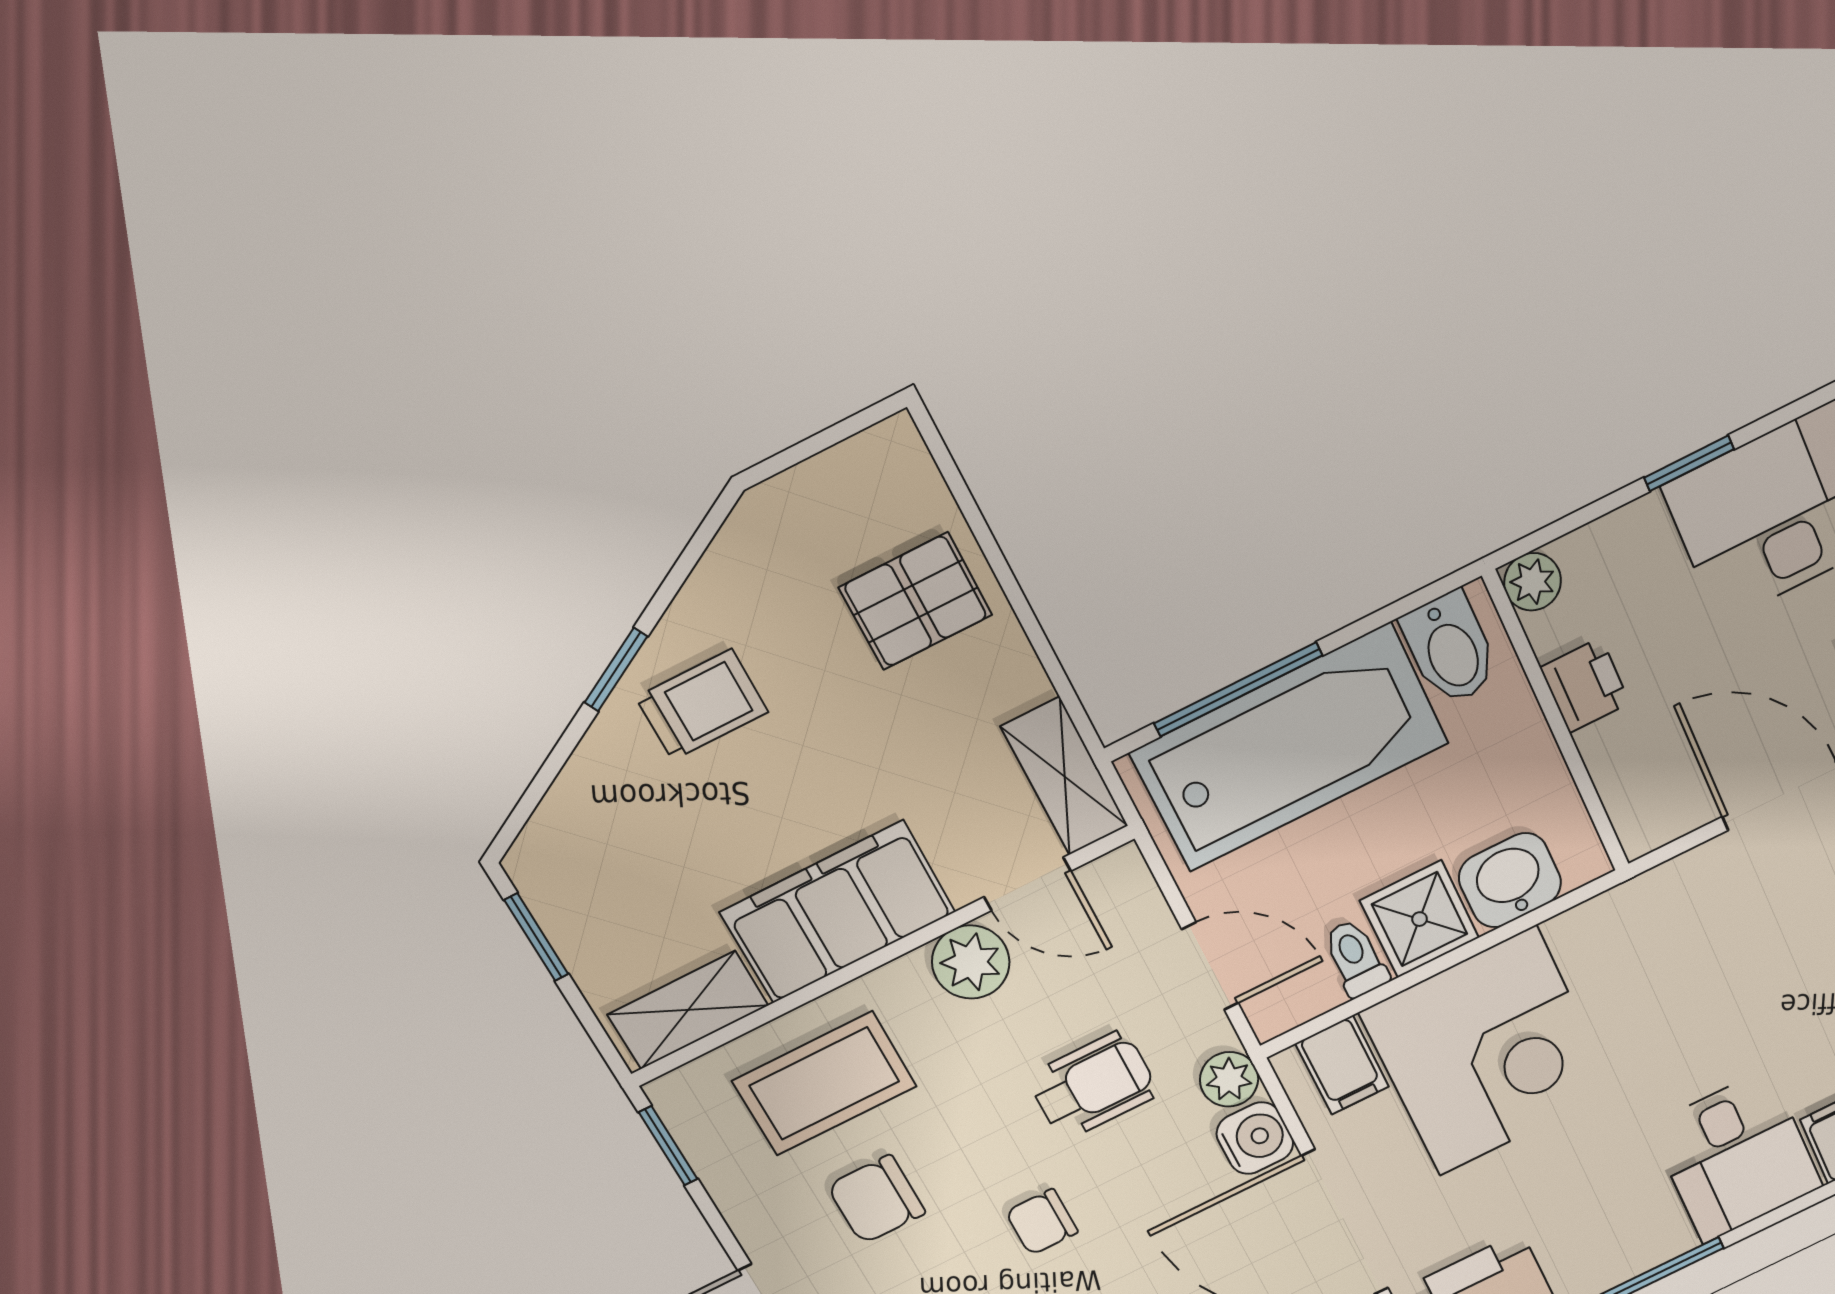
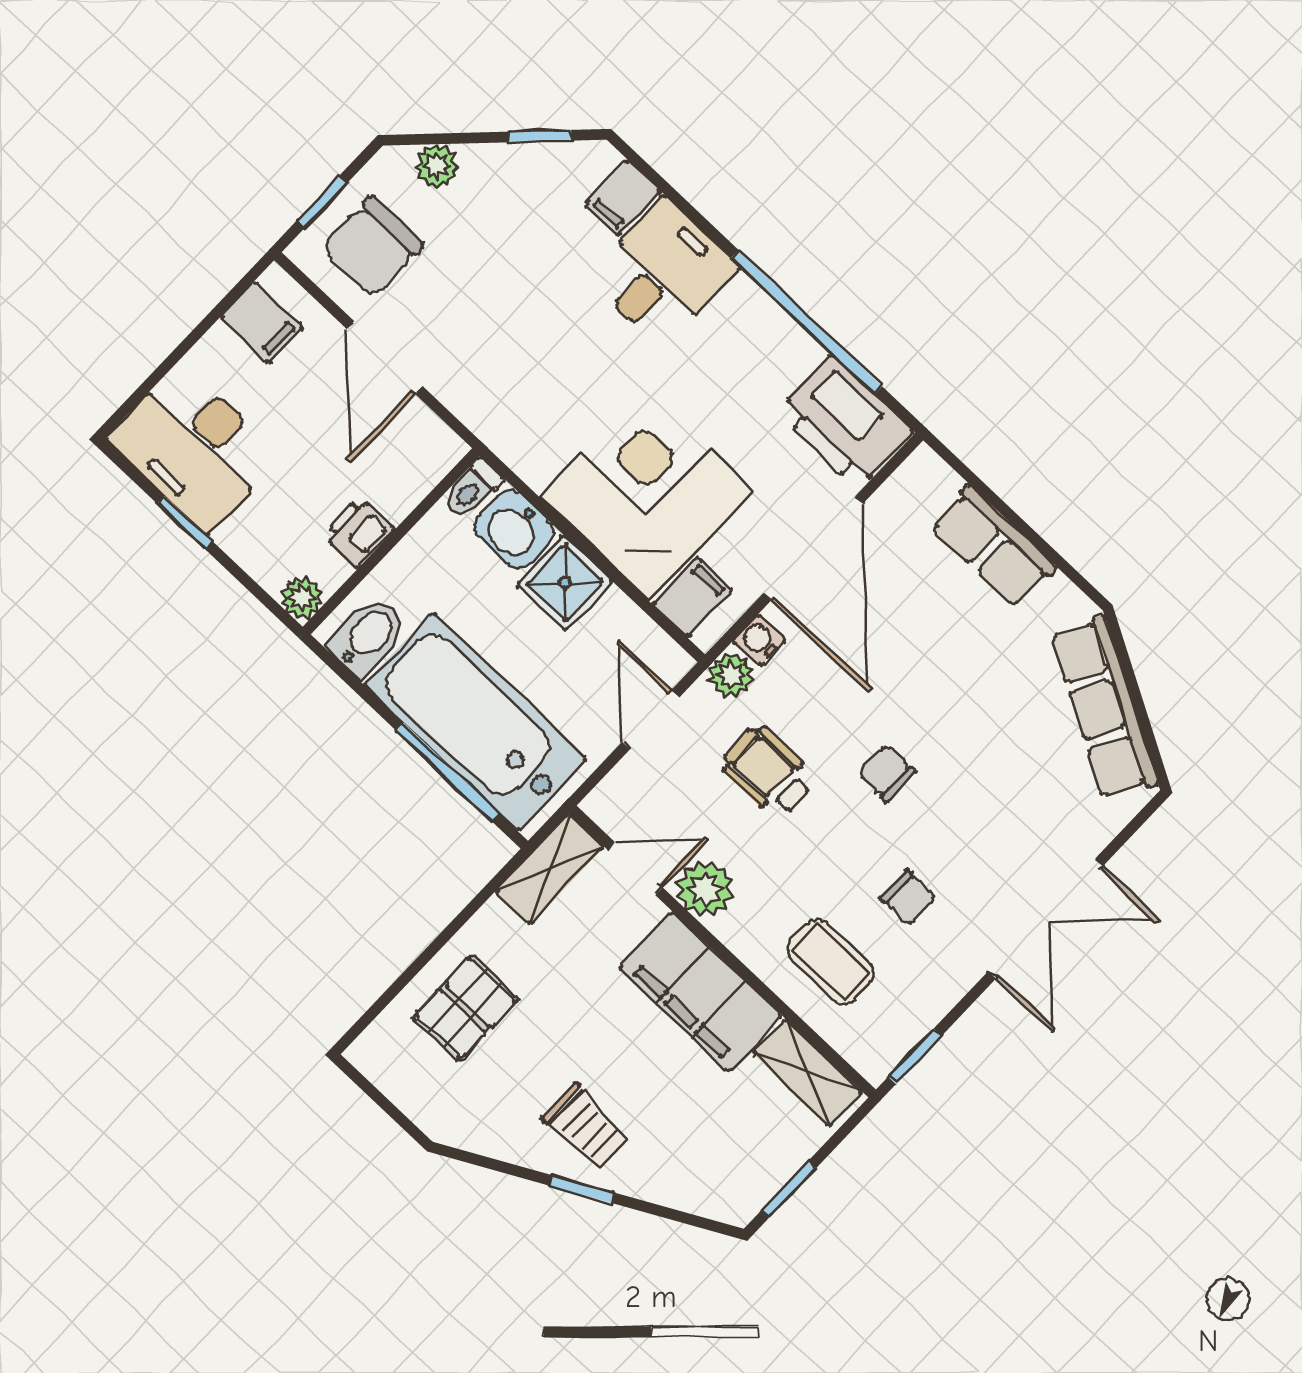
pallet: (916, 601) -> (465, 1008), turned 90
trolley: (702, 705) -> (586, 1126), turned 180
door: (1027, 884) -> (635, 869), hinge flipped
toilet: (1356, 958) -> (473, 489), moved
coffee table: (824, 1084) -> (831, 962), width x0.73, depth x0.77
water cooler: (1255, 1138) -> (759, 640), width x0.72, depth x0.72
chair: (876, 1199) -> (908, 897), width x0.73, depth x0.73
chair: (1042, 1222) -> (887, 772), turned 180

